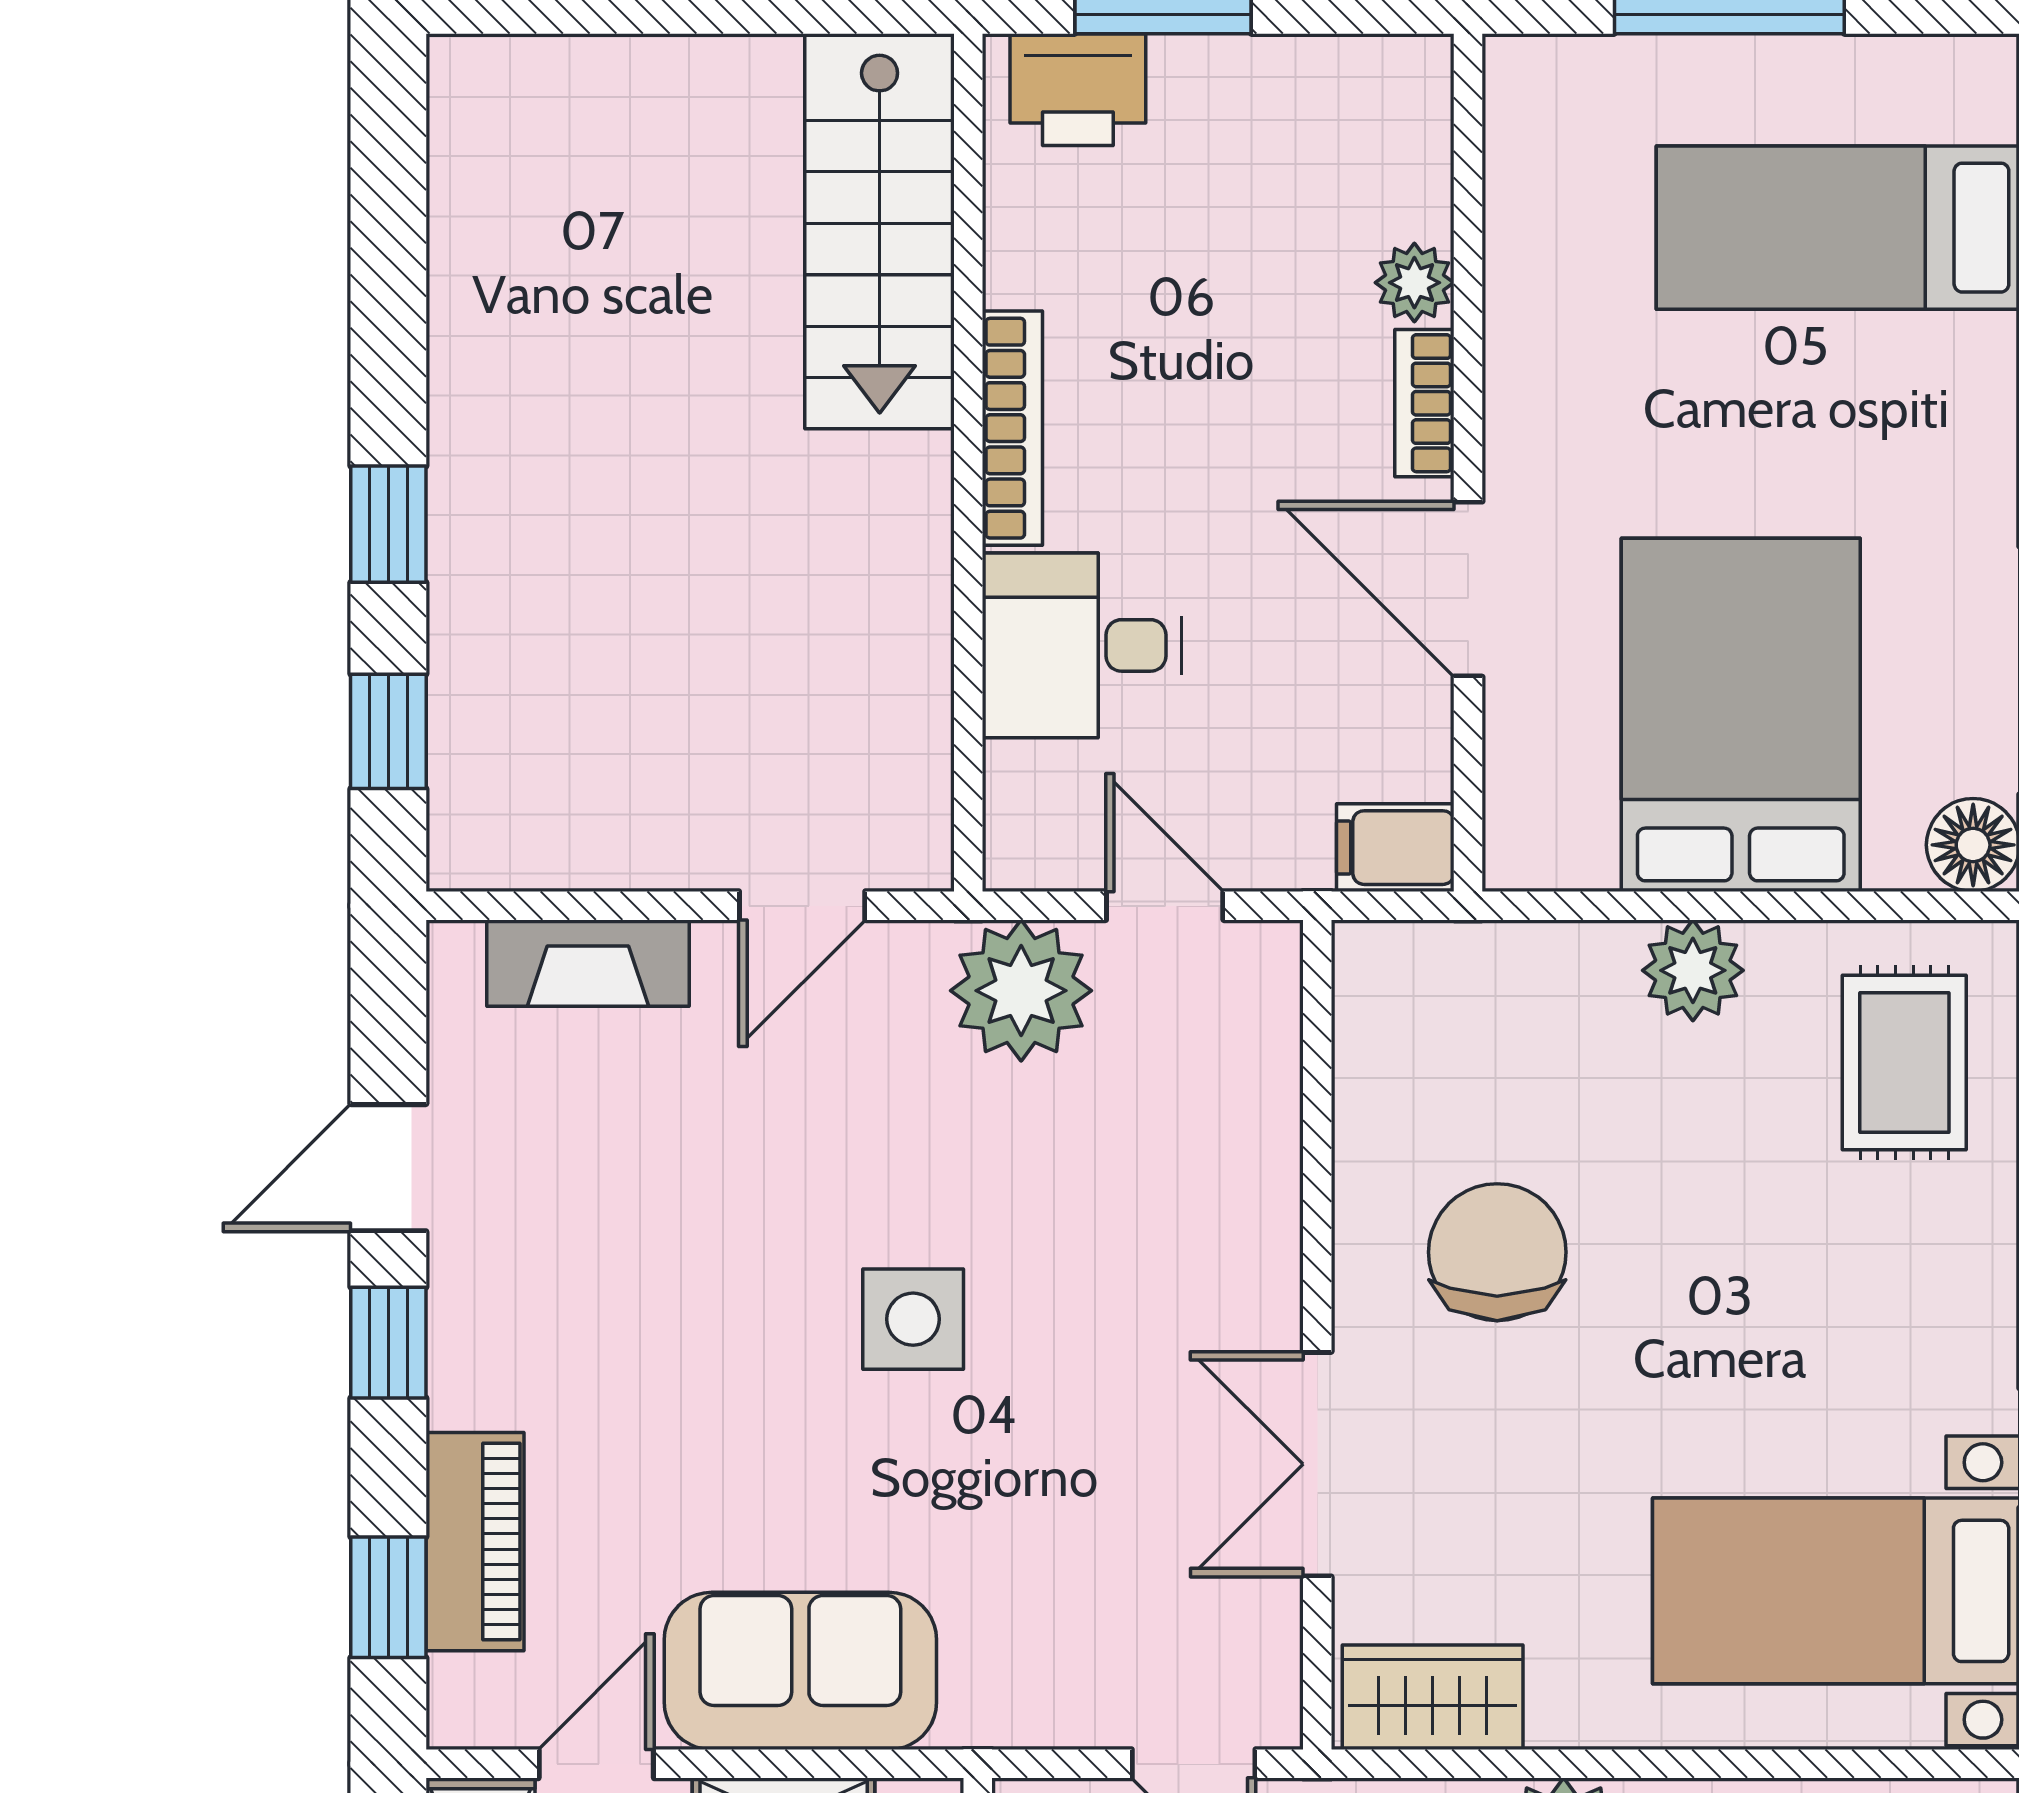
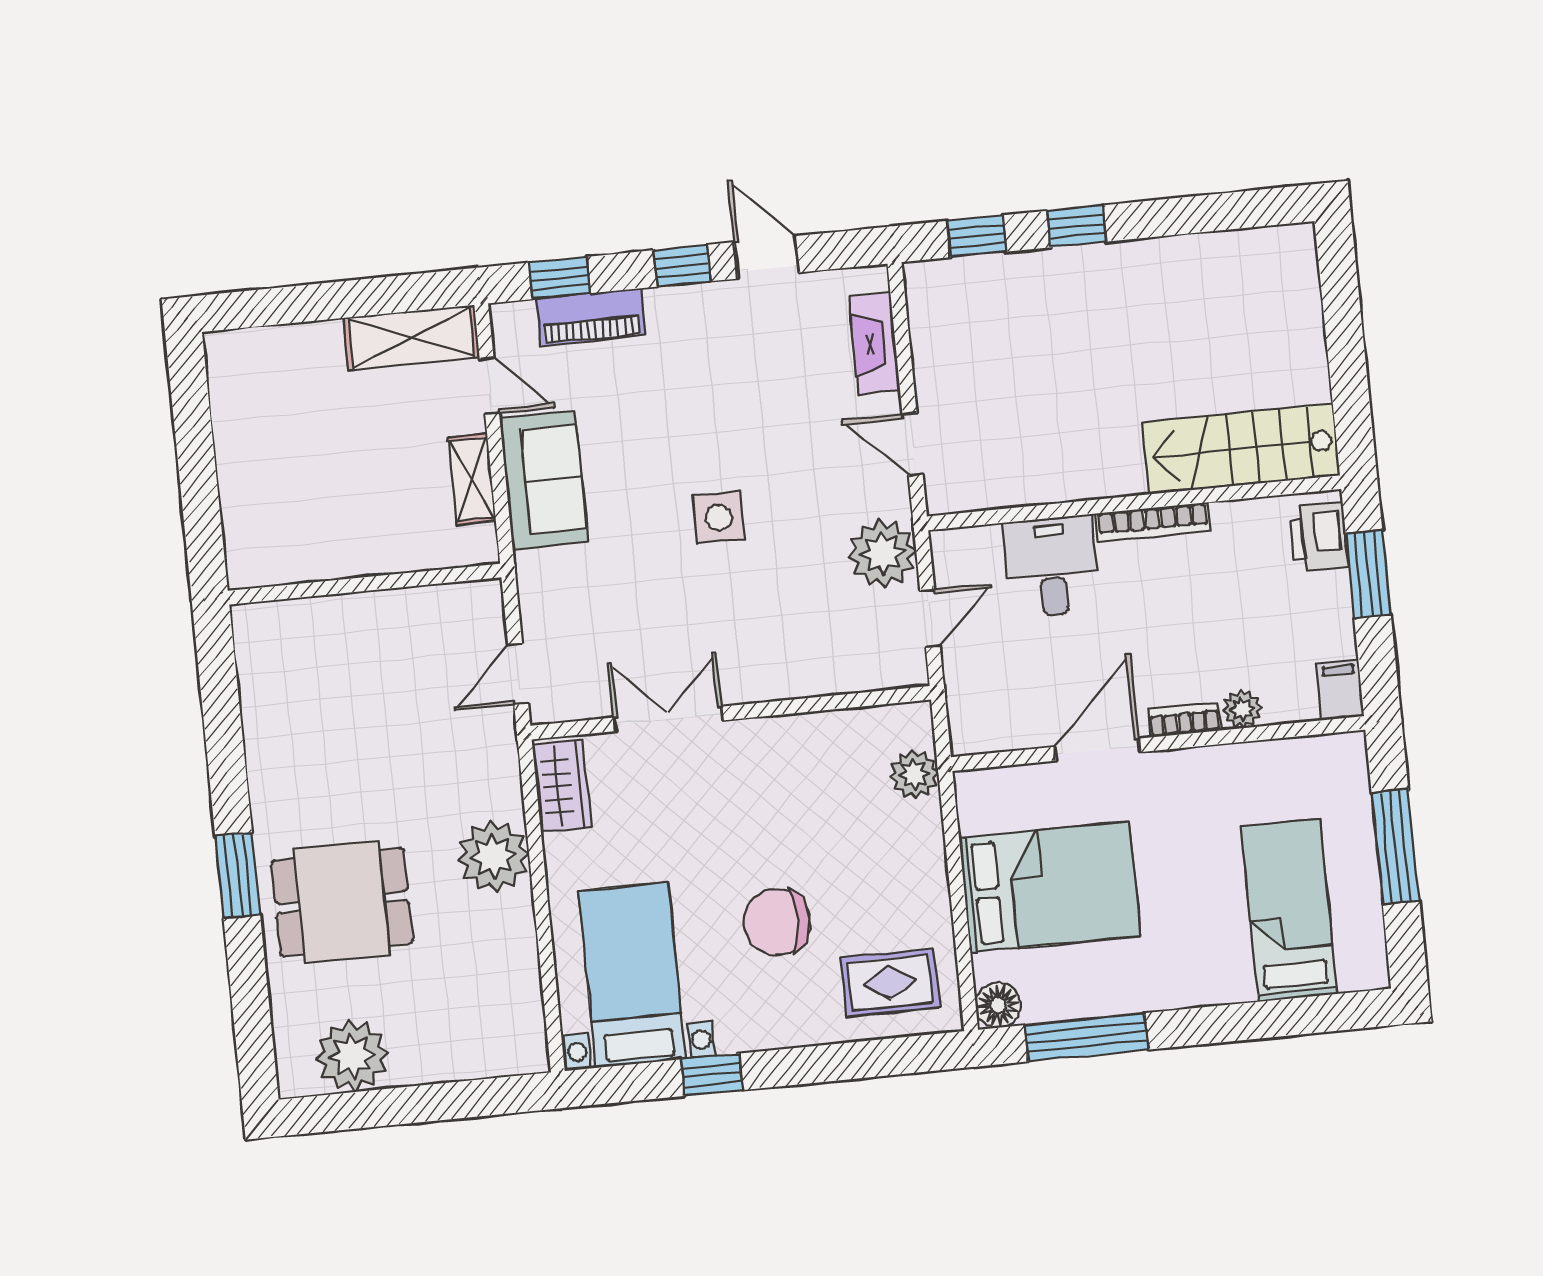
filing cabinet: (1395, 848) -> (1340, 690), moved
plant: (1693, 970) -> (914, 775), moved
chair: (1497, 1252) -> (777, 922), moved, turned 180

